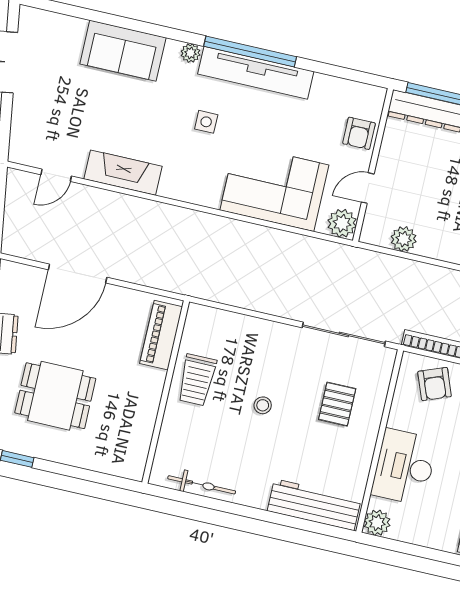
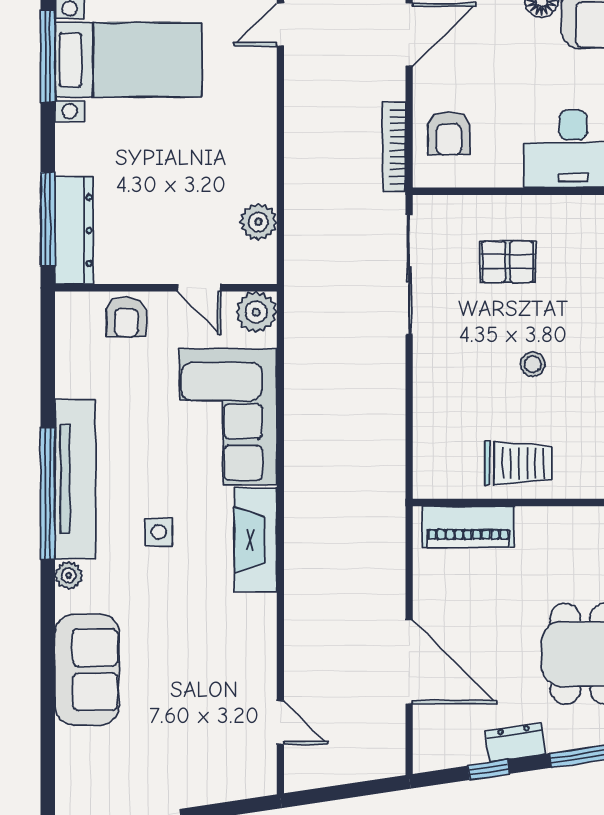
armchair: (359, 133) -> (126, 317), turned 90
fireplace: (123, 173) -> (255, 540), moved
armchair: (435, 384) -> (449, 133), turned 111

